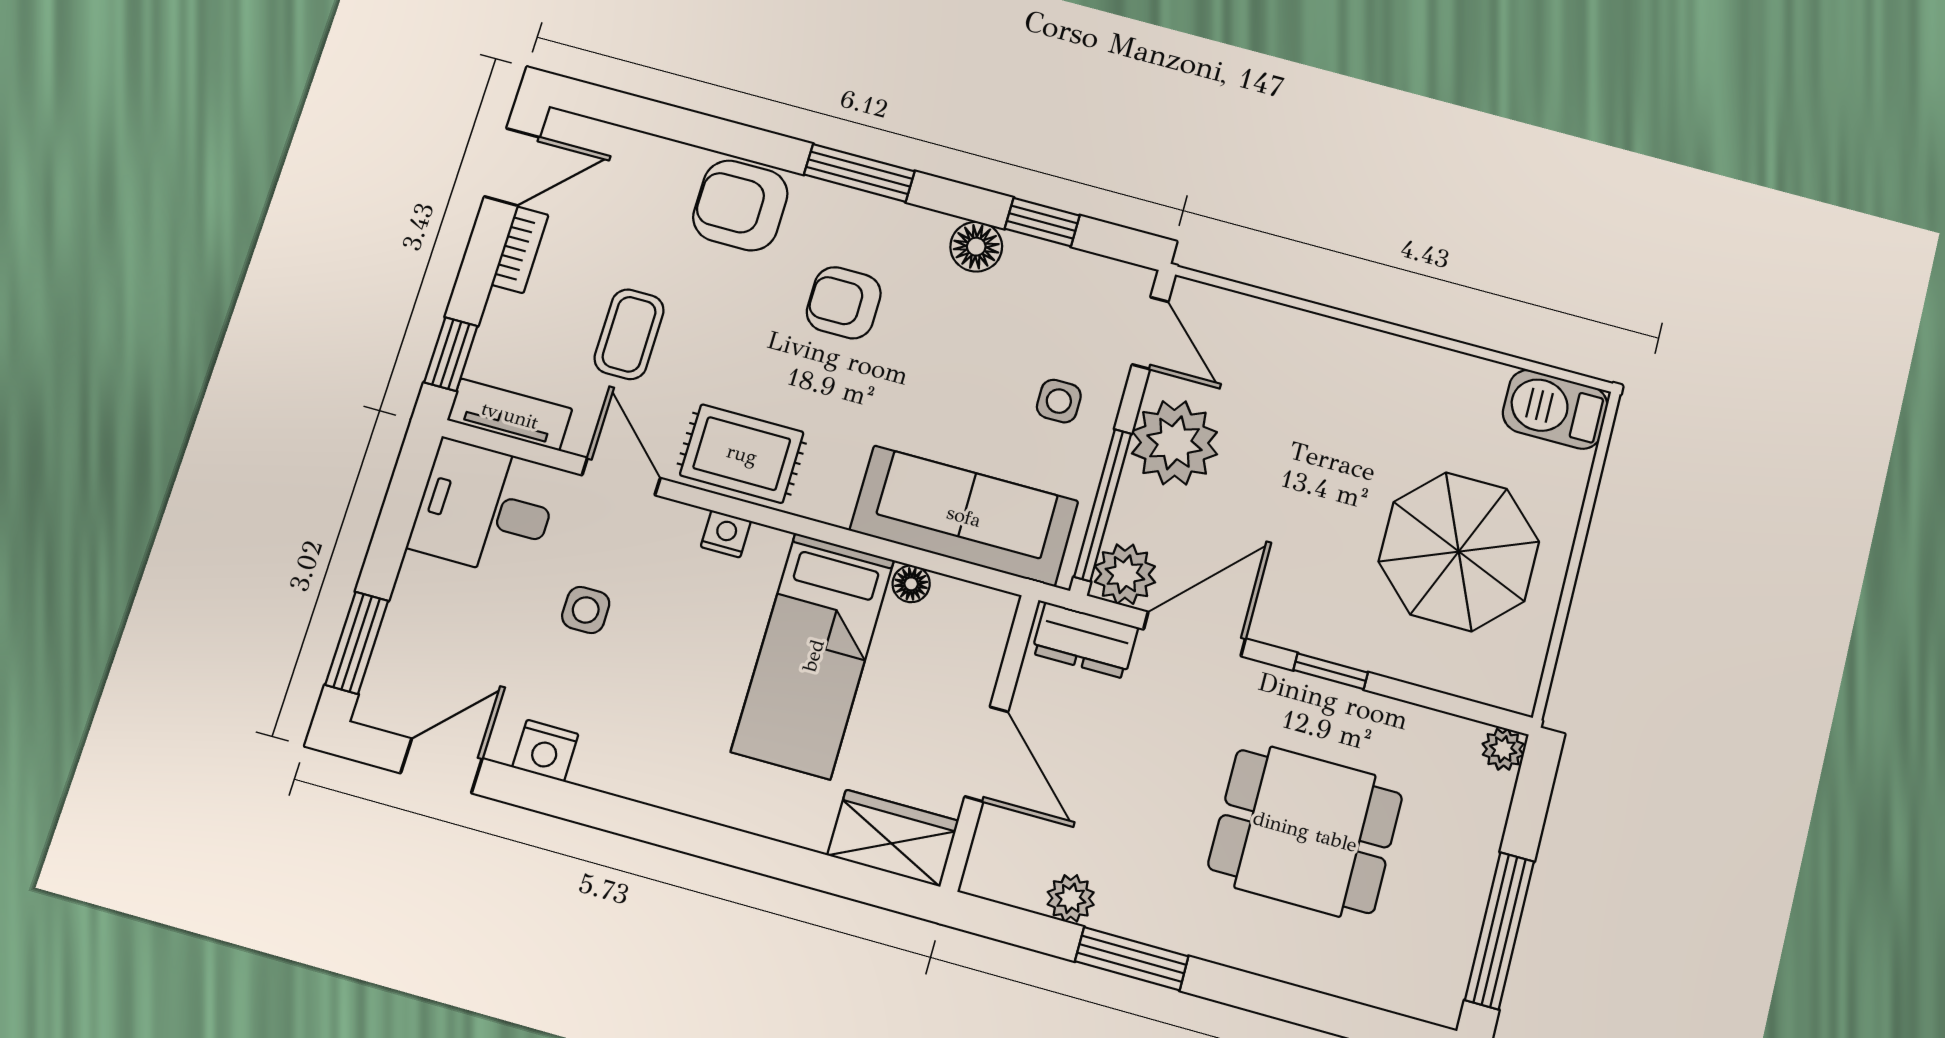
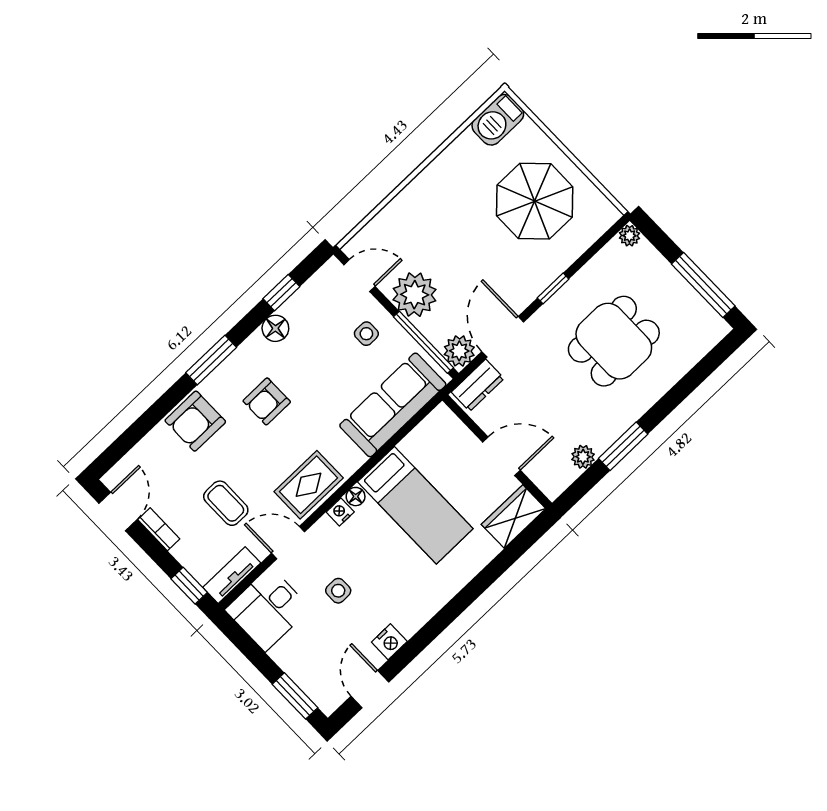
floor lamp: (911, 584) -> (356, 497), moved

